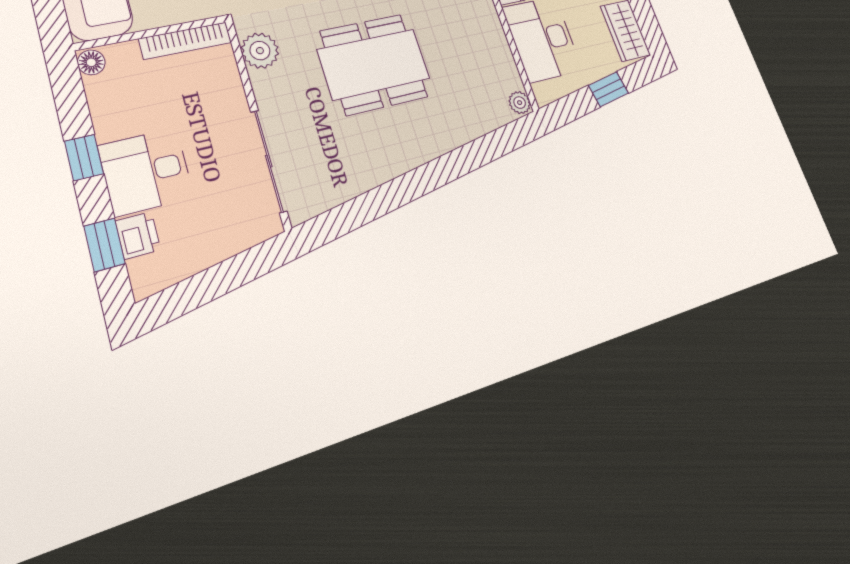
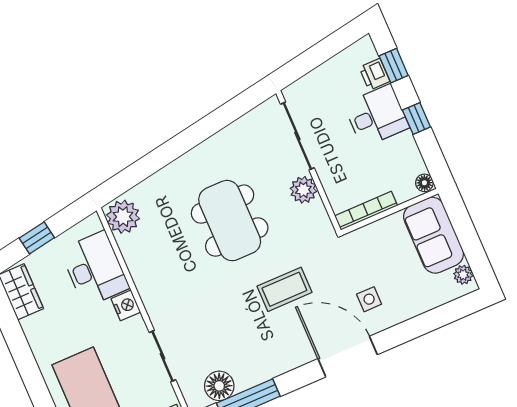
plant: (260, 51) -> (303, 190), moved
dining table: (374, 64) -> (230, 221), turned 90
plant: (520, 103) -> (123, 217), width x1.88, depth x1.88

